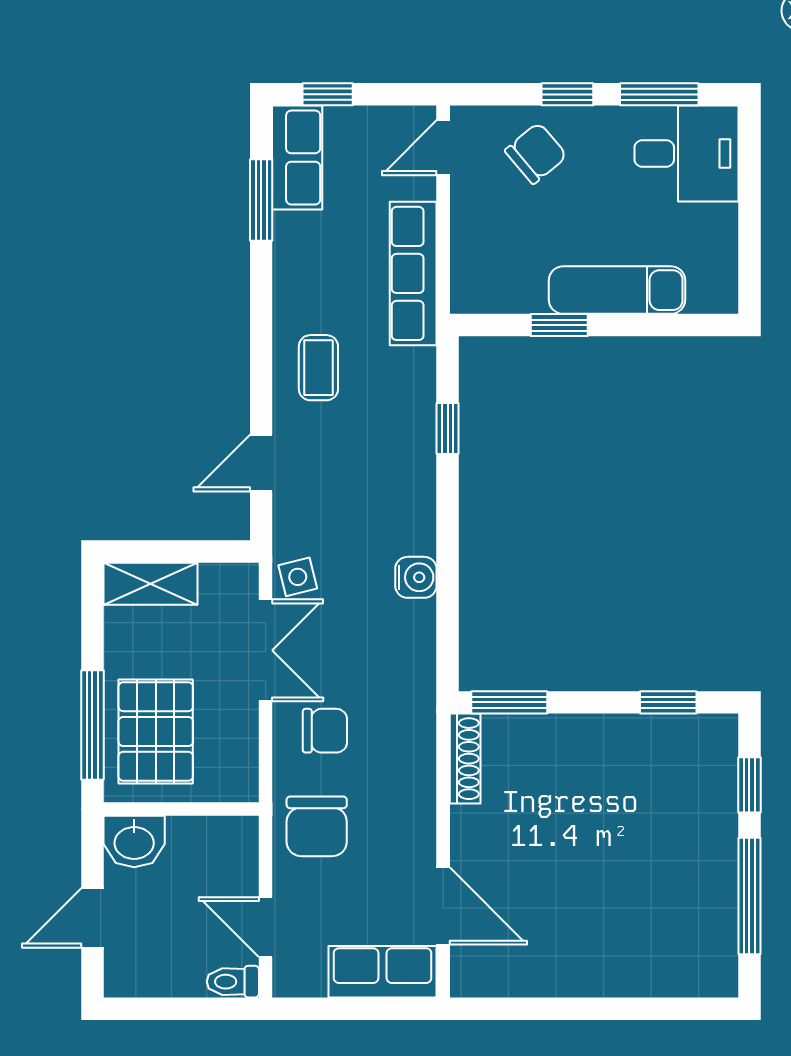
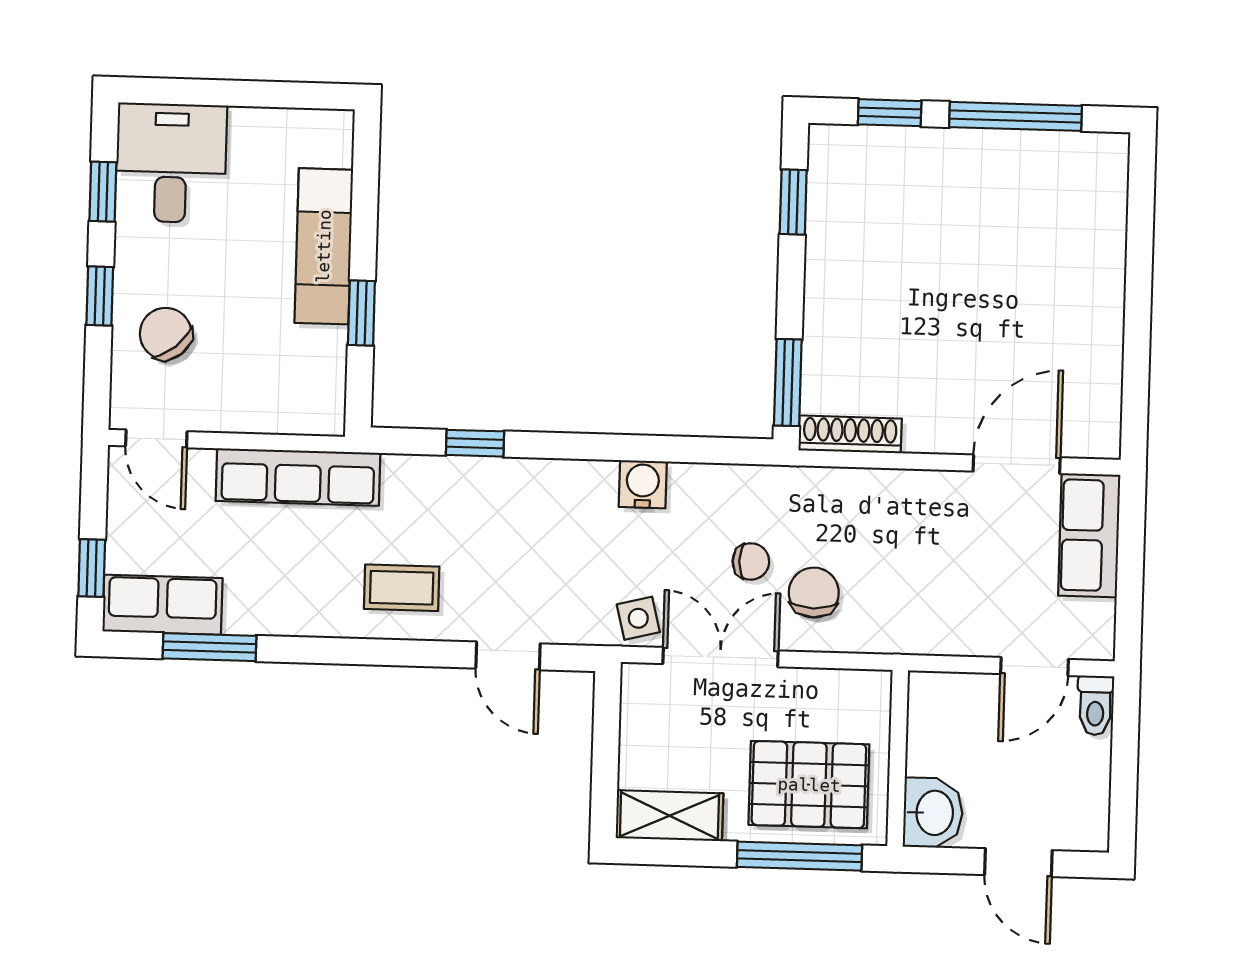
window: (659, 94) -> (103, 192), width x0.67
shelving: (150, 584) -> (669, 816), moved, turned 90
chair: (317, 826) -> (751, 561), moved, width x0.54, depth x0.54

